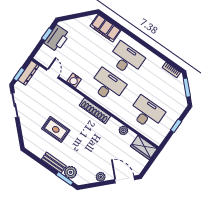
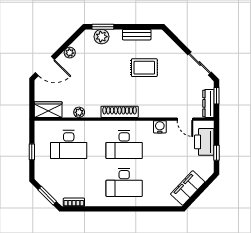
filing cabinet: (105, 28) -> (188, 188), moved, turned -47
printer: (57, 38) -> (204, 142), moved
bench: (54, 163) -> (137, 35), moved

